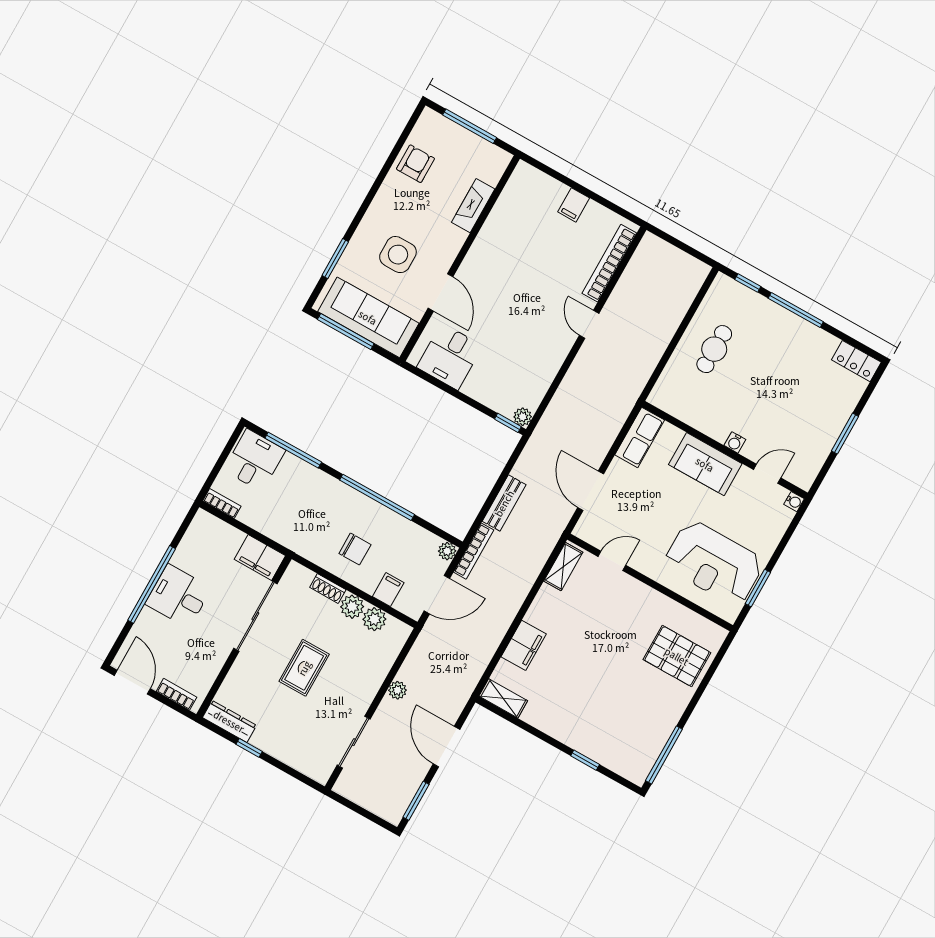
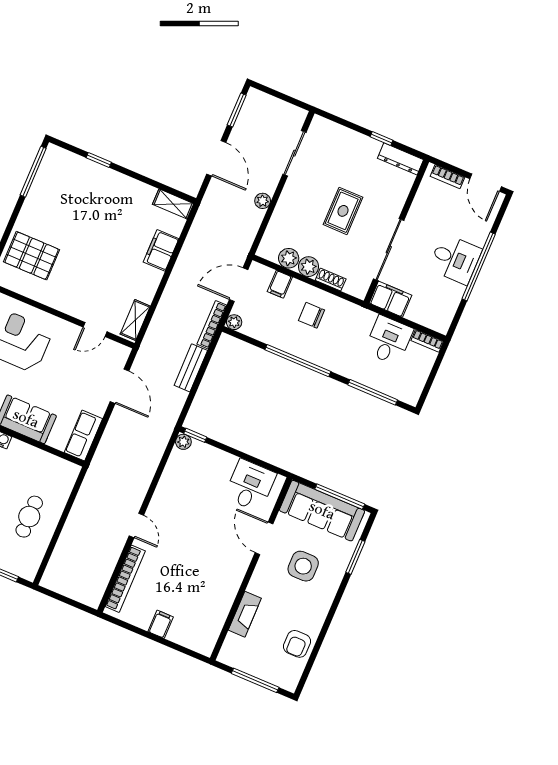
desk: (254, 460) -> (389, 340), moved, turned 180

